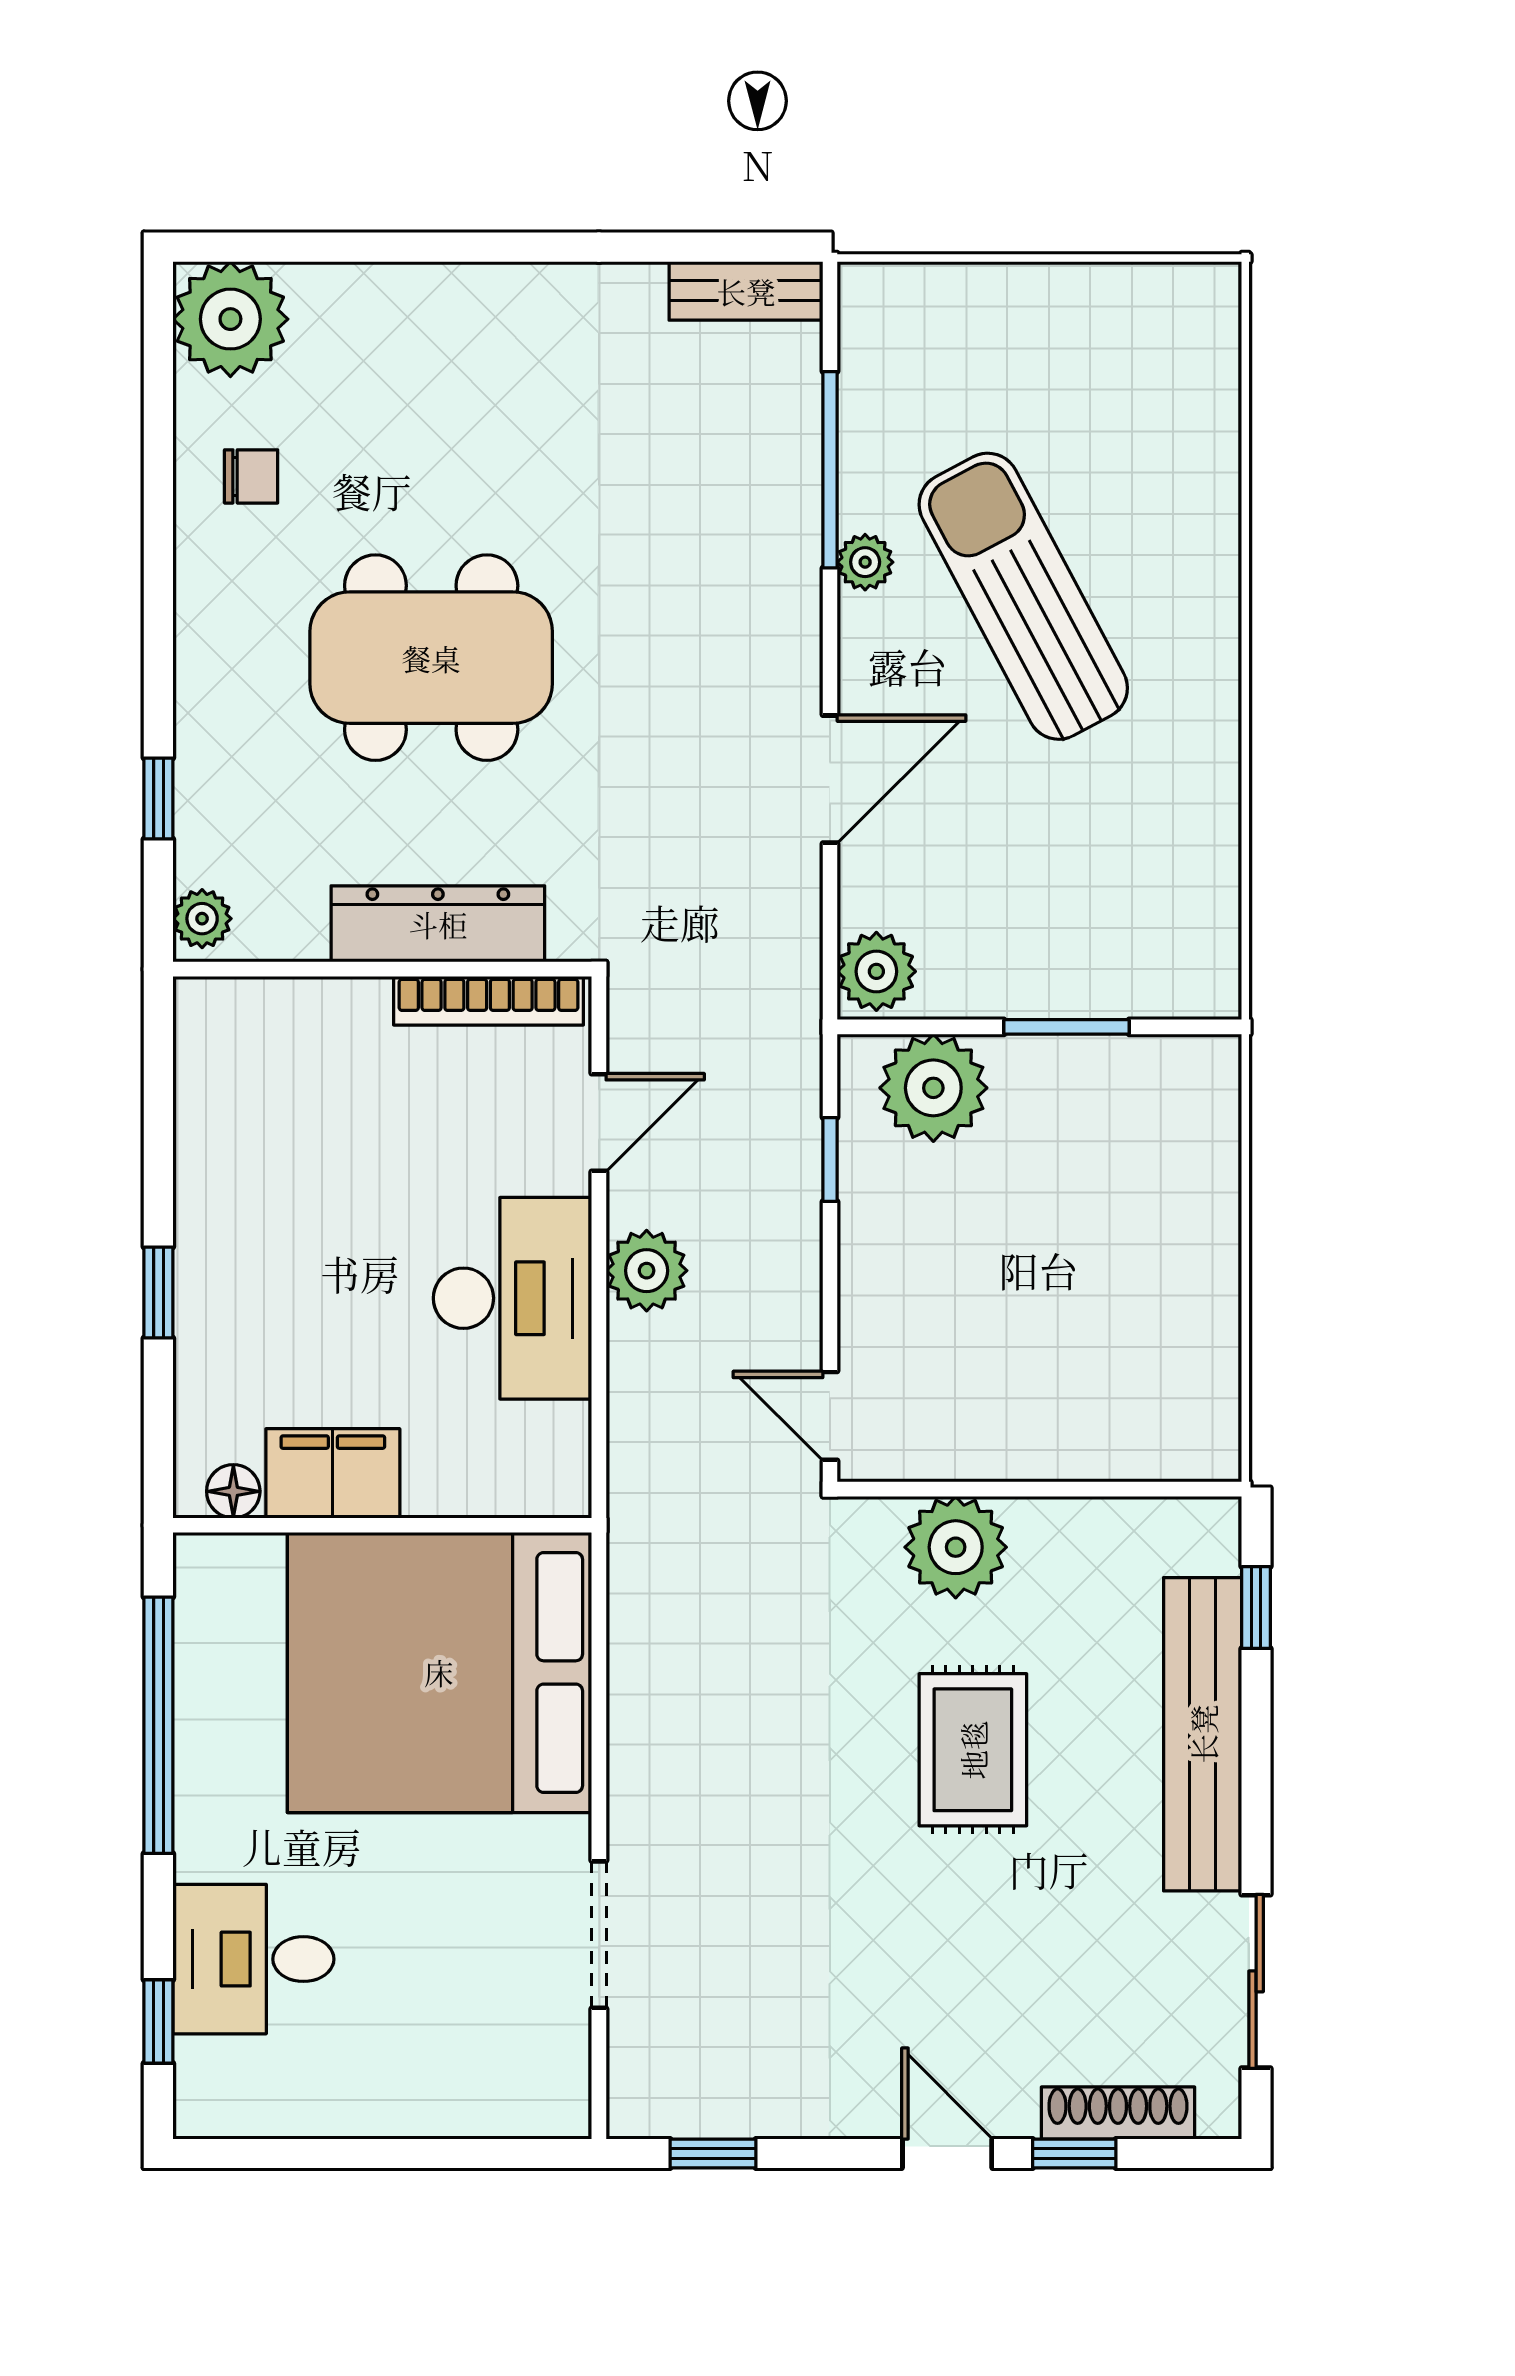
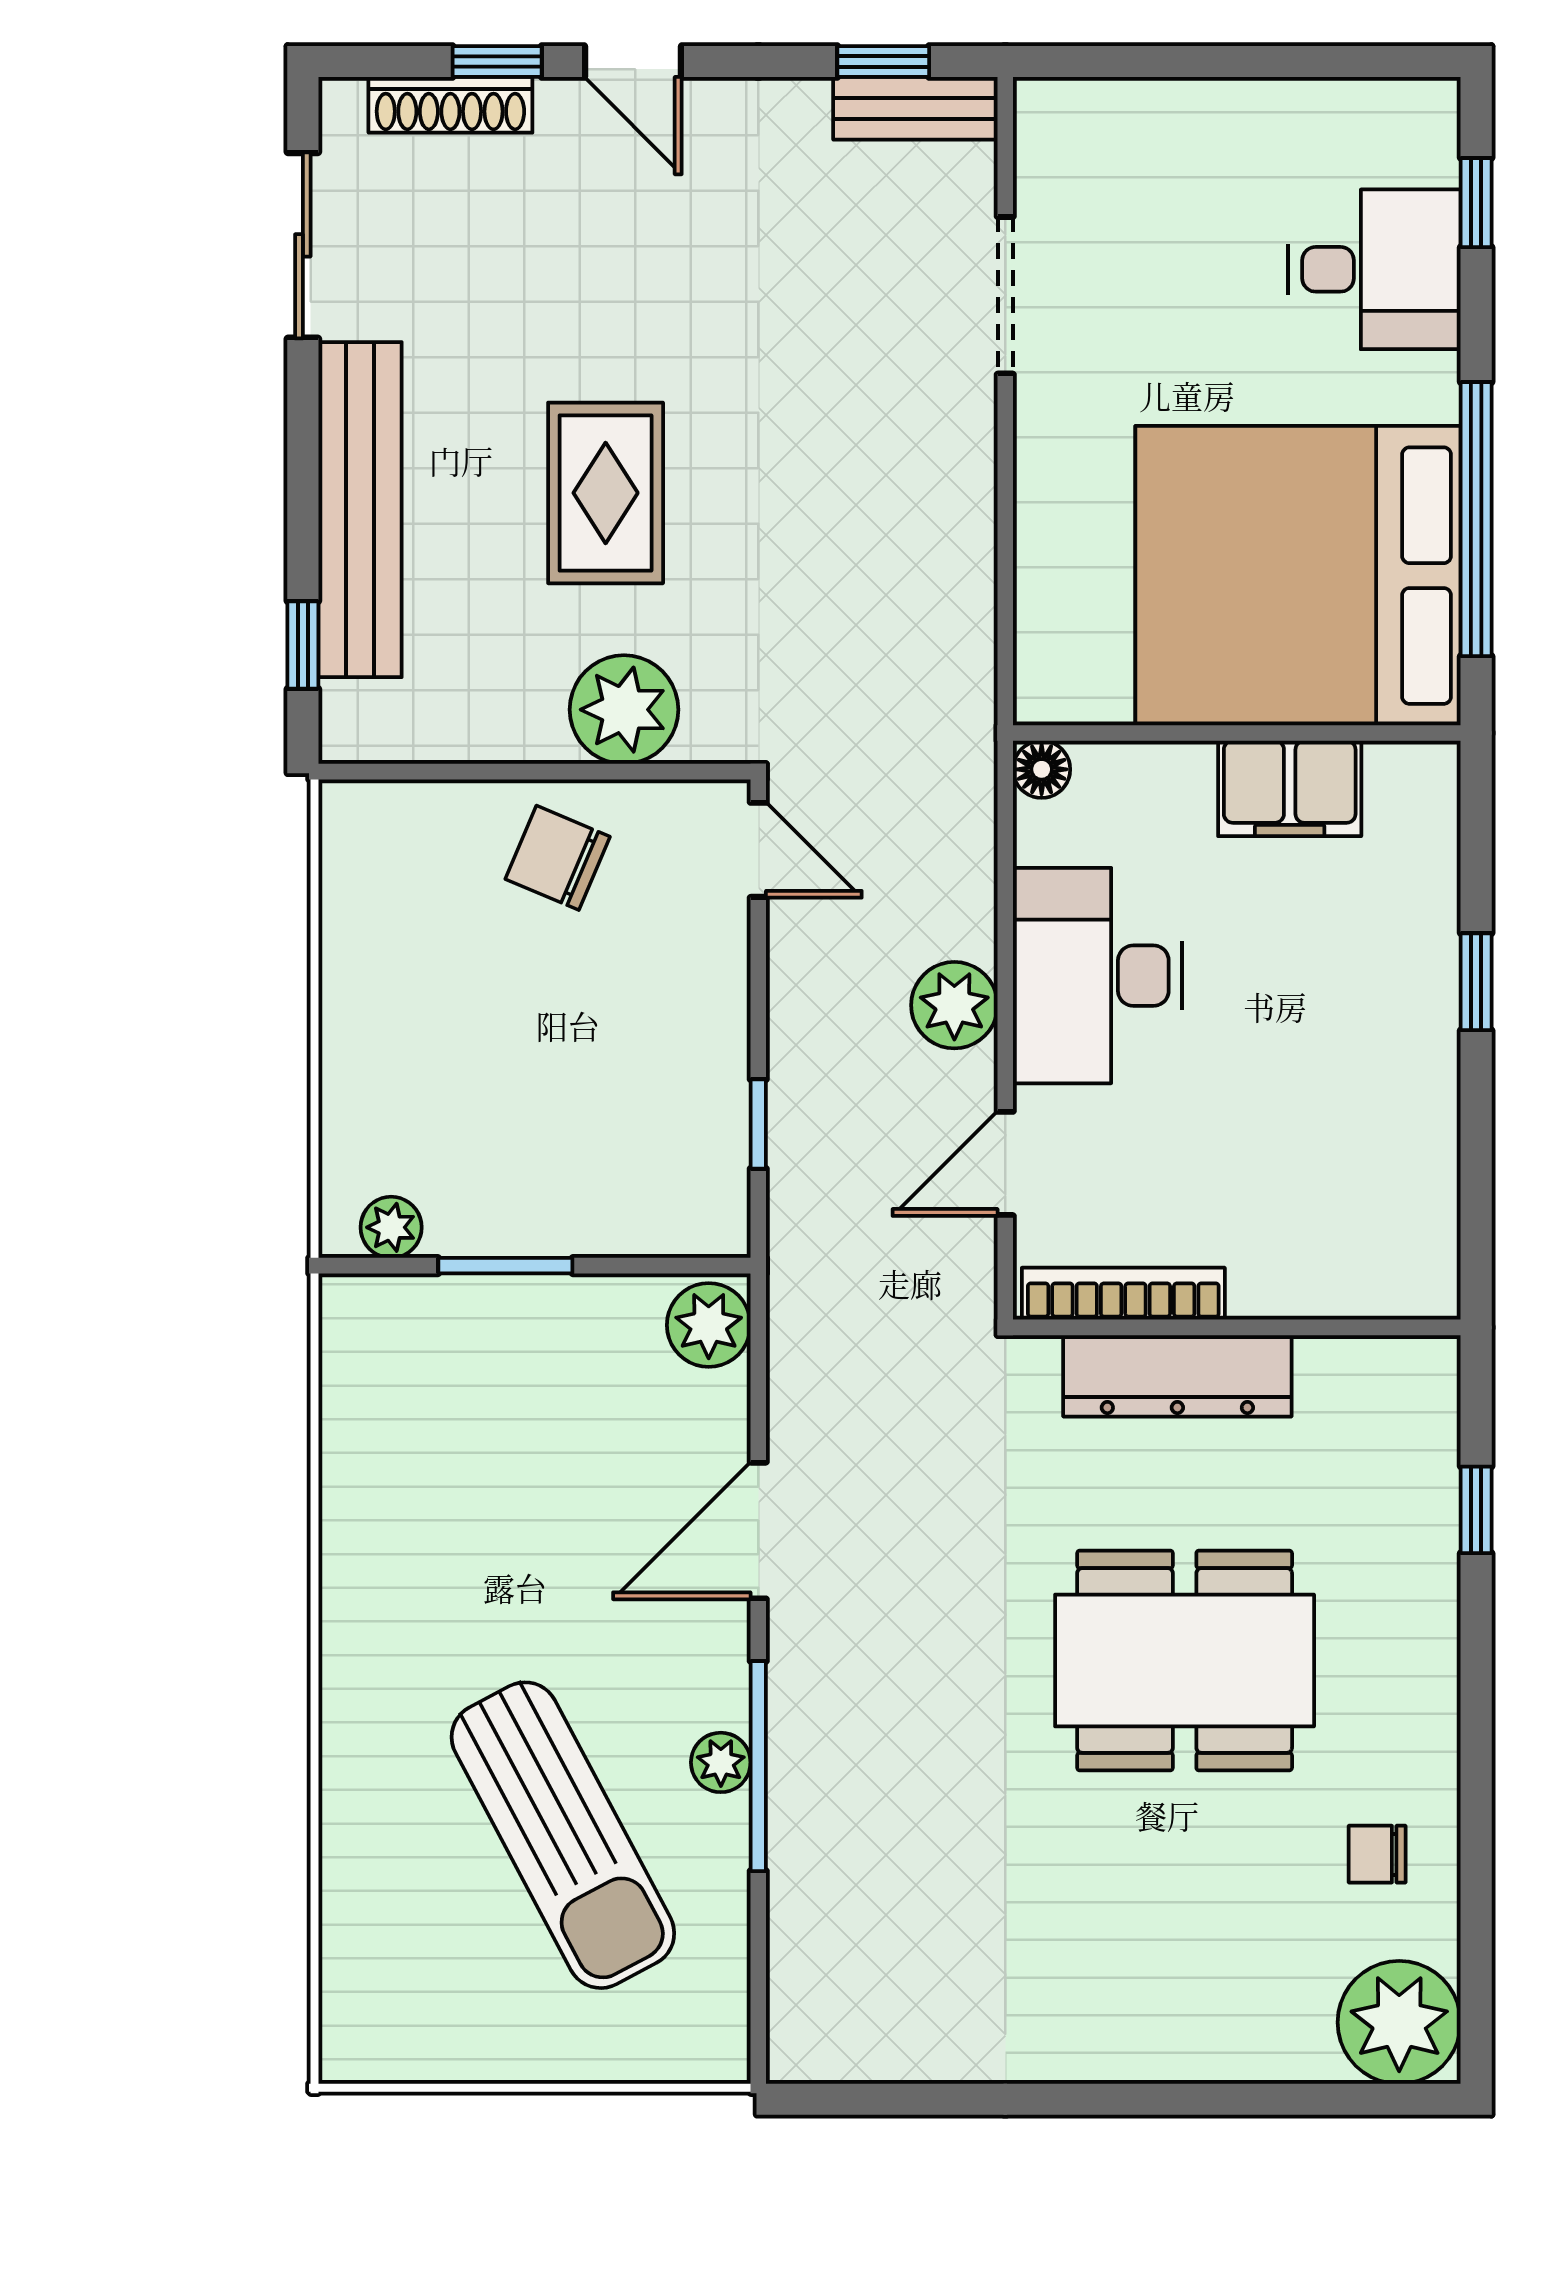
bench: (746, 291) -> (915, 108), moved
window: (830, 470) -> (758, 1766), moved
sun lounger: (1023, 596) -> (563, 1835), moved
plant: (202, 919) -> (1430, 1381), removed
plant: (933, 1088) -> (391, 1227), moved, width x0.53, depth x0.53
chair: (1018, 1408) -> (558, 858), added
floor lamp: (233, 1491) -> (1042, 769), moved
bed: (439, 1672) -> (1298, 576), moved, turned 180

